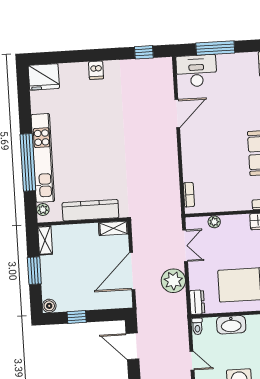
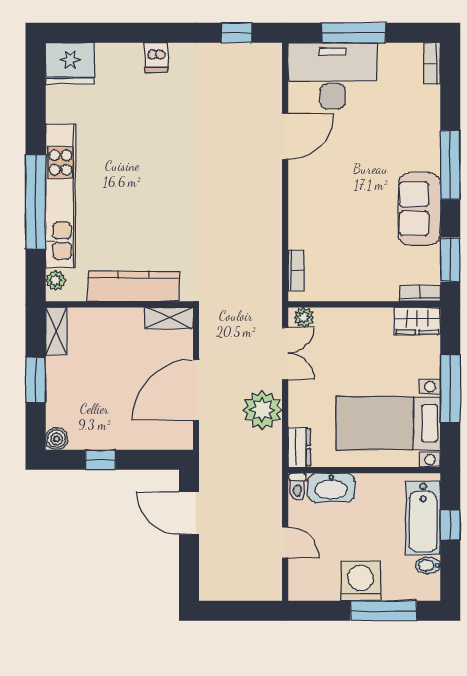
desk: (196, 71) -> (332, 76), width x1.36, depth x1.30
plant: (214, 222) -> (304, 317), moved
washbasin: (231, 325) -> (331, 488), moved

